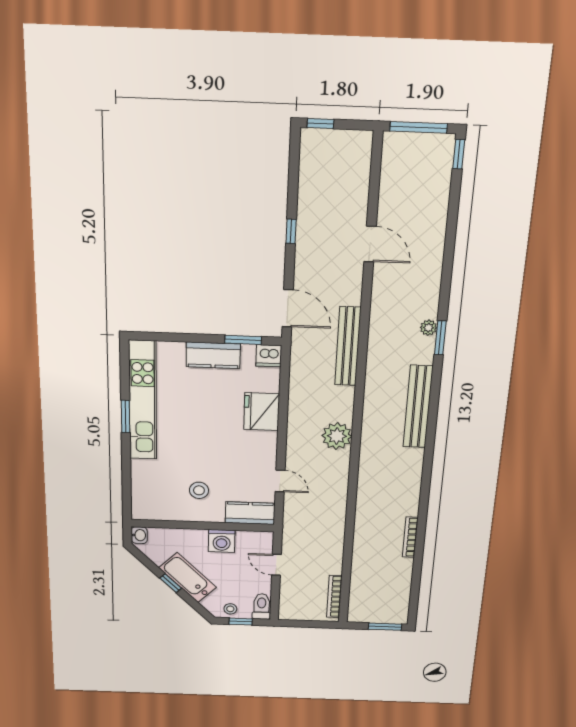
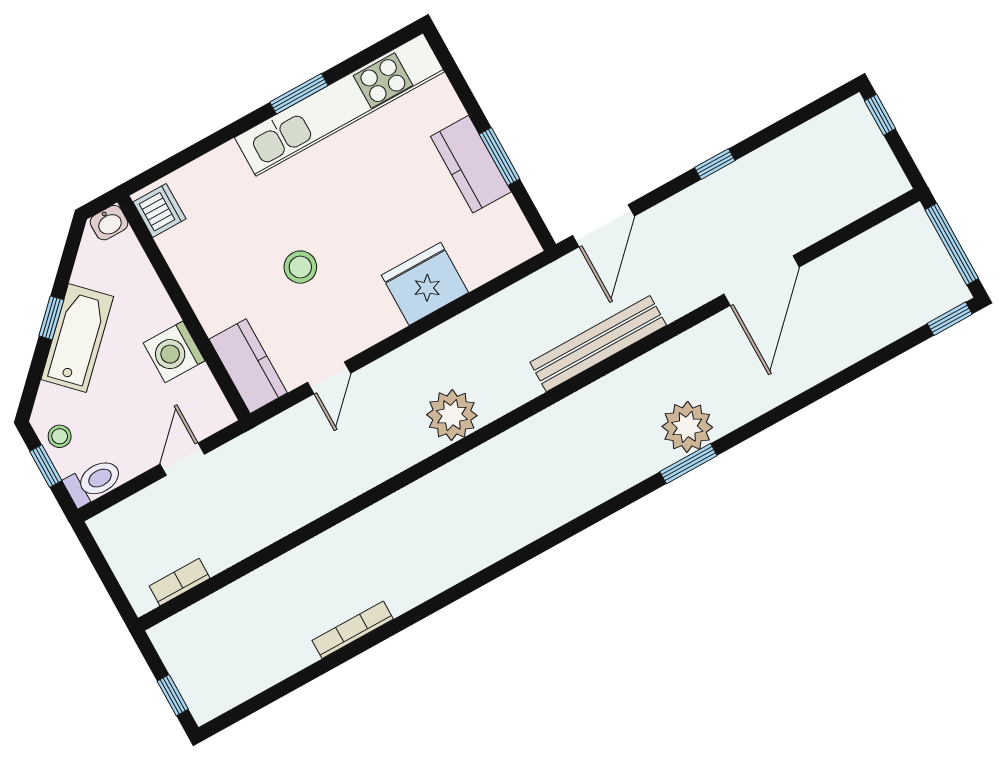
door: (370, 244) -> (762, 281), width x1.36
plant: (428, 328) -> (687, 427), width x1.88, depth x1.88
window: (243, 340) -> (500, 156), moved
dishwasher: (269, 356) -> (159, 210), moved, turned 180
bench: (418, 407) -> (568, 501), removed
stool: (199, 490) -> (300, 267), moved
bookcase: (334, 596) -> (180, 582), width x0.64
window: (385, 627) -> (173, 695), width x0.67

